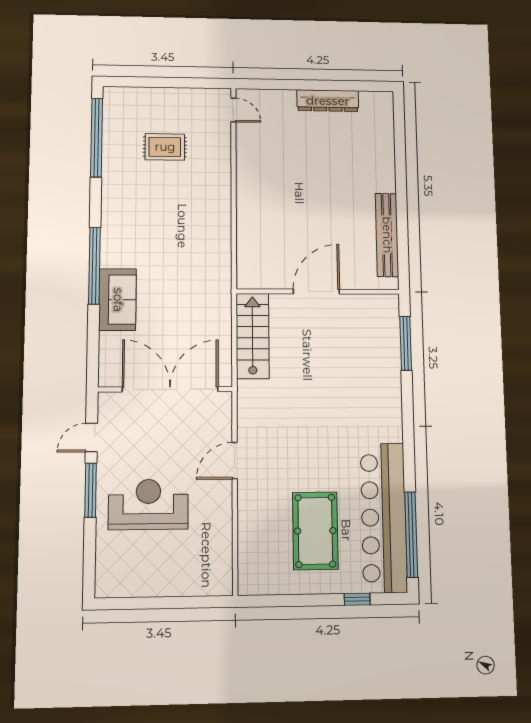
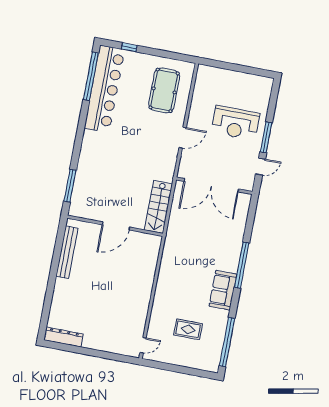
dresser: (328, 101) -> (63, 337), moved
door: (233, 110) -> (143, 345), swing flipped
sofa: (118, 300) -> (223, 290), moved
pool table: (315, 531) -> (164, 90), moved

